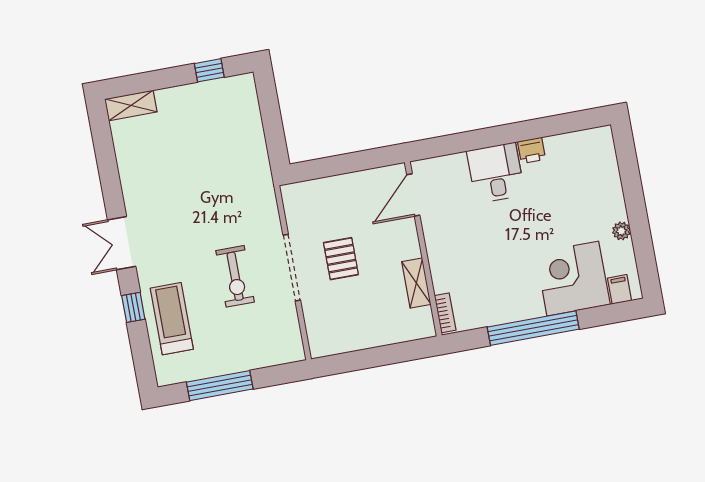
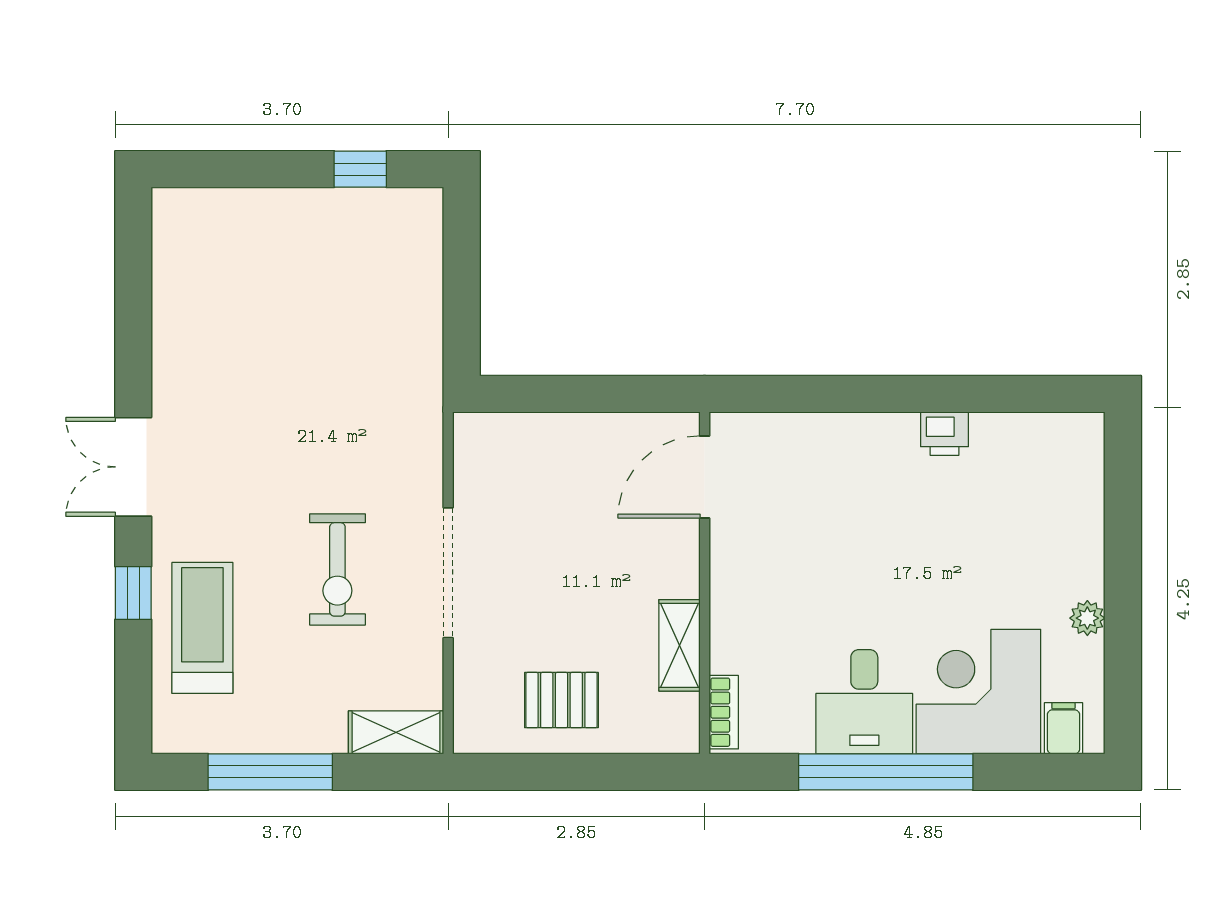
shelving: (131, 105) -> (396, 732), moved
desk: (496, 173) -> (864, 702), moved, turned 180
pallet: (341, 259) -> (561, 700), moved, turned 90

